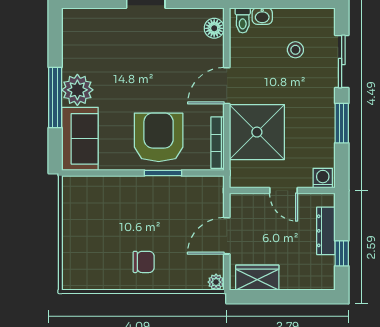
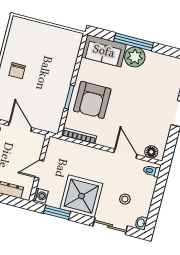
washbasin: (262, 16) -> (141, 223), moved
door: (227, 86) -> (125, 154), moved
window: (342, 123) -> (57, 212), moved
shower: (257, 132) -> (81, 196), moved
armchair: (159, 137) -> (92, 100), turned 90

